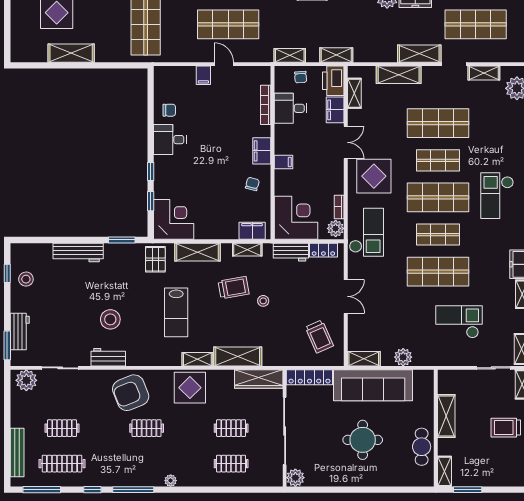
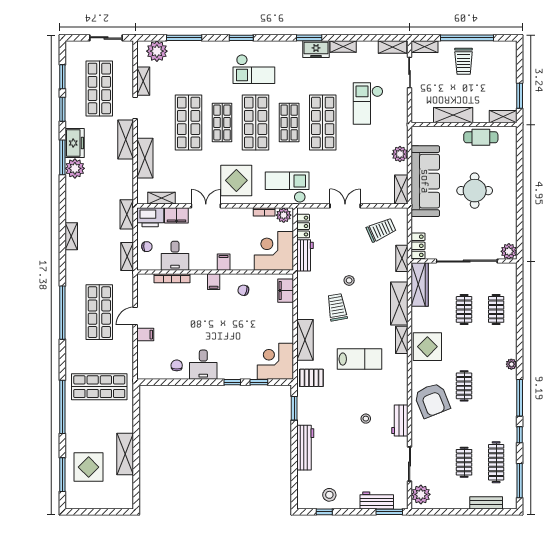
filing cabinet: (262, 151) -> (214, 282), width x0.50
shelving: (247, 250) -> (402, 258), moved
stool: (110, 319) -> (366, 419), width x0.53, depth x0.53
locker: (309, 377) -> (418, 246), width x0.66
bench: (17, 452) -> (486, 503), width x0.73

